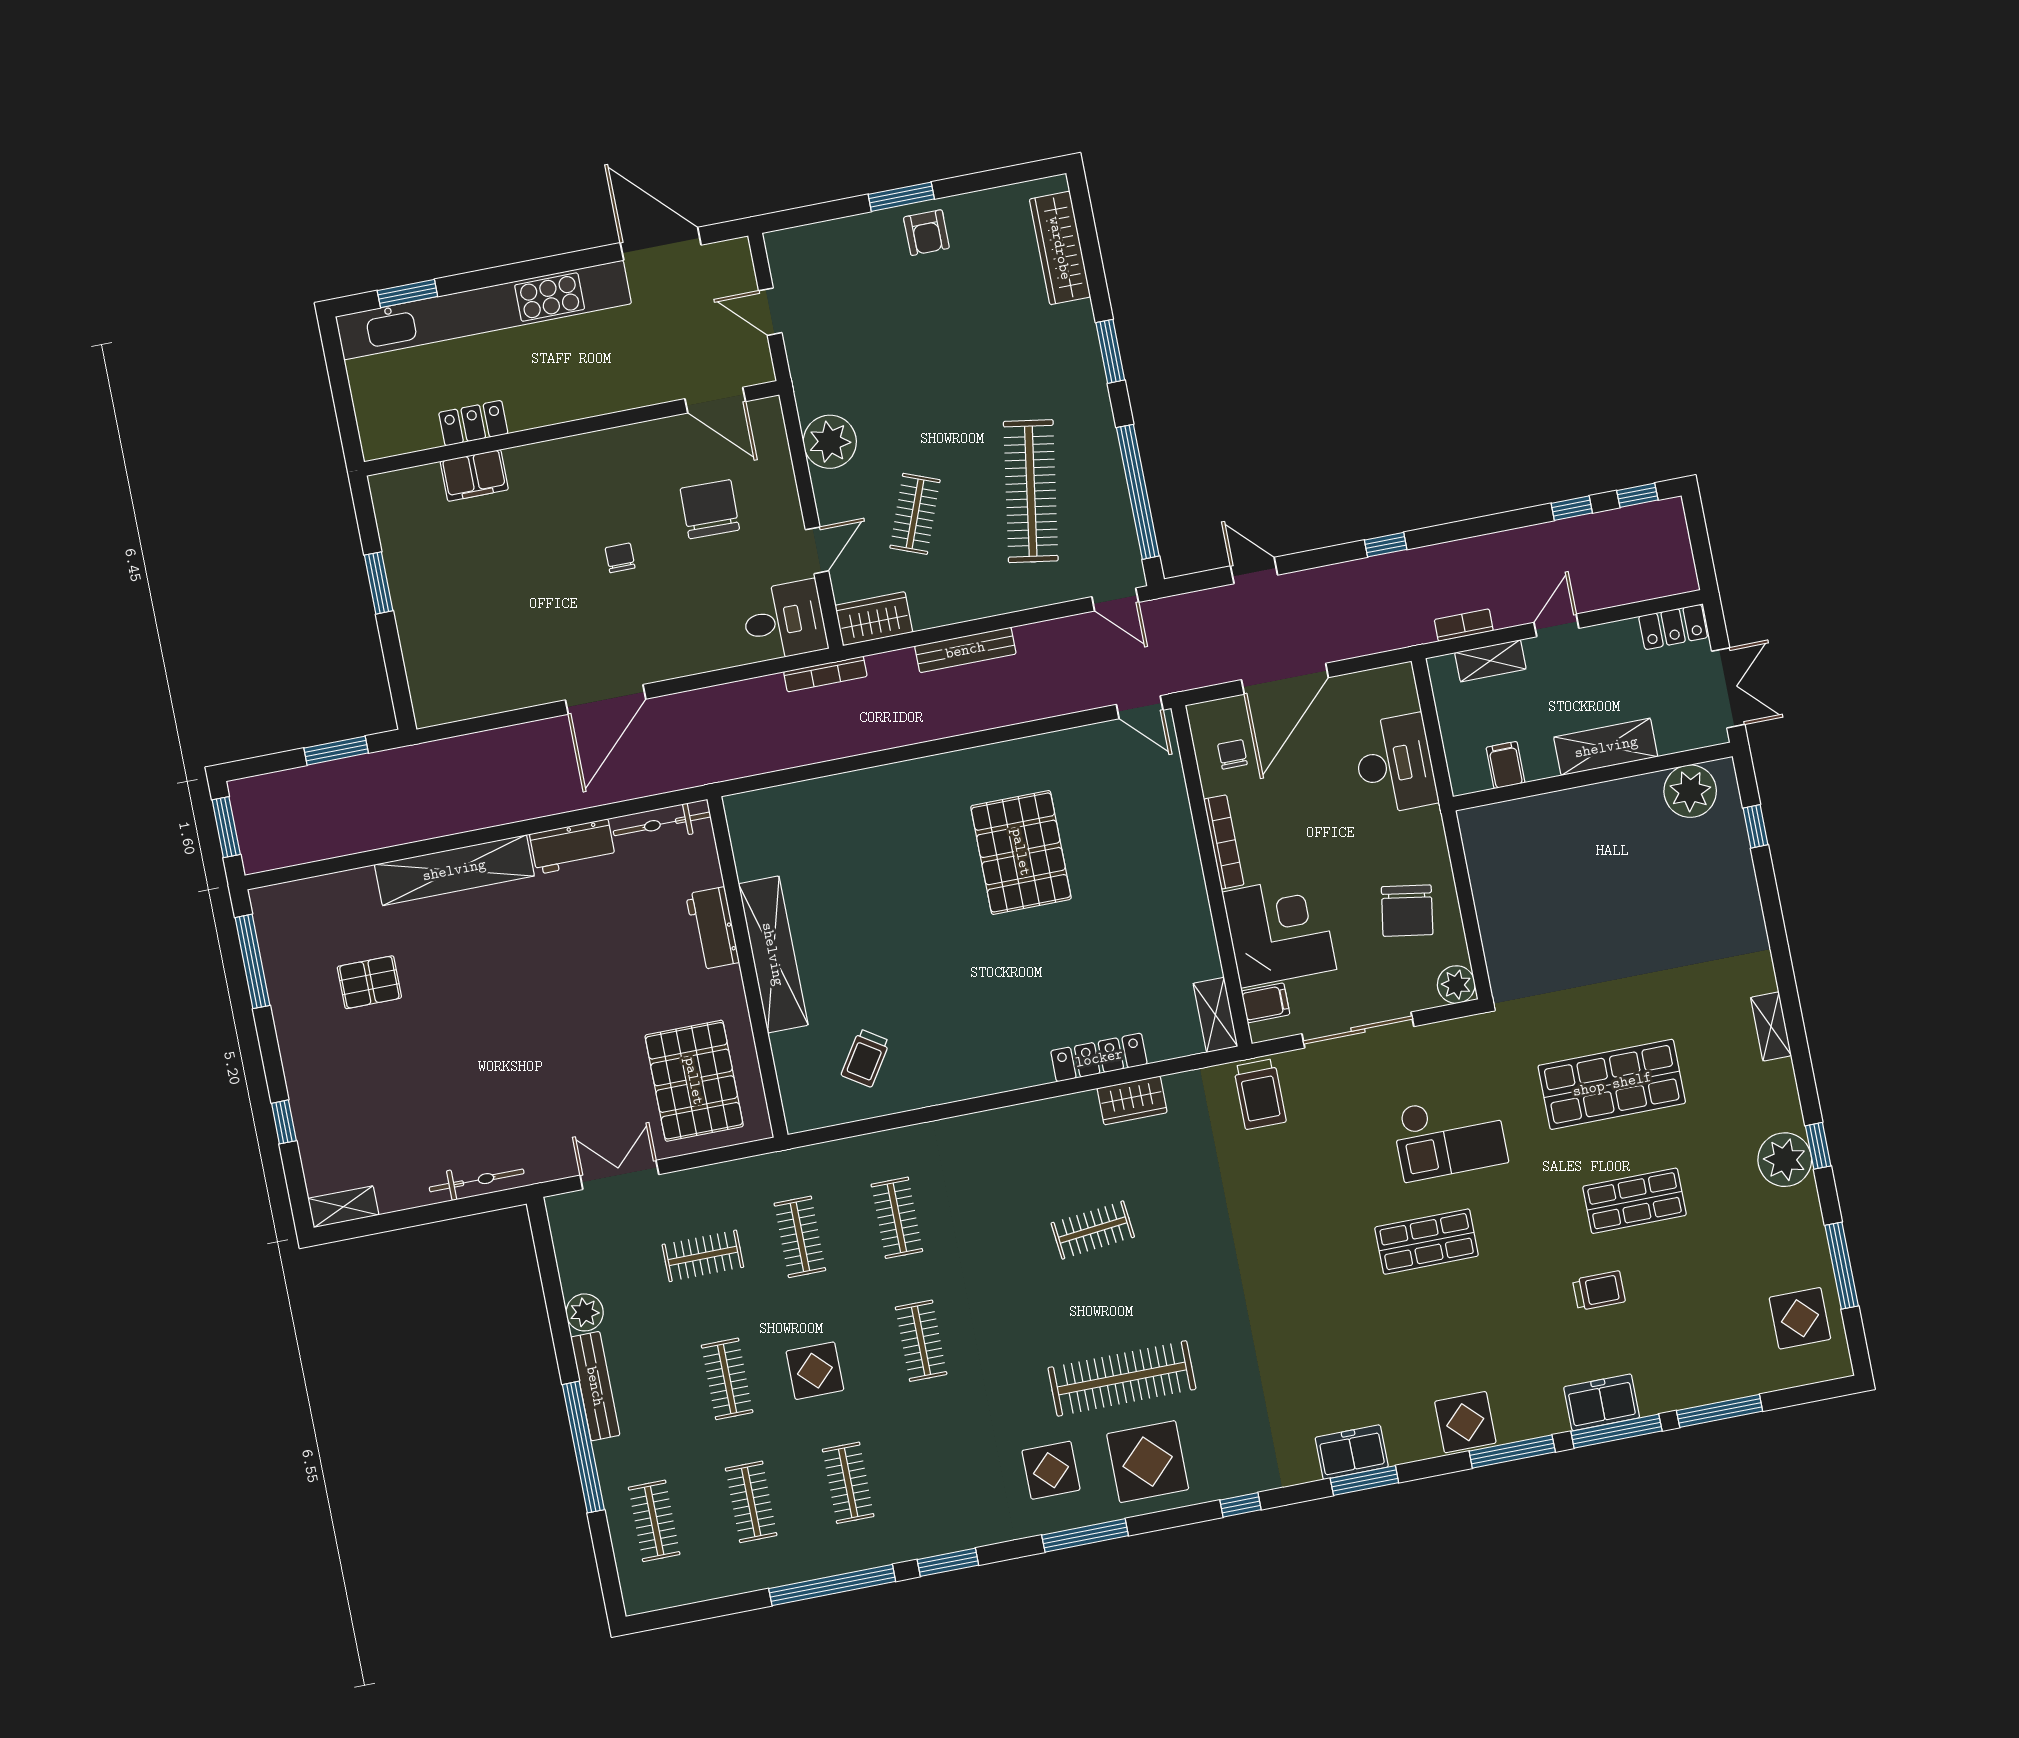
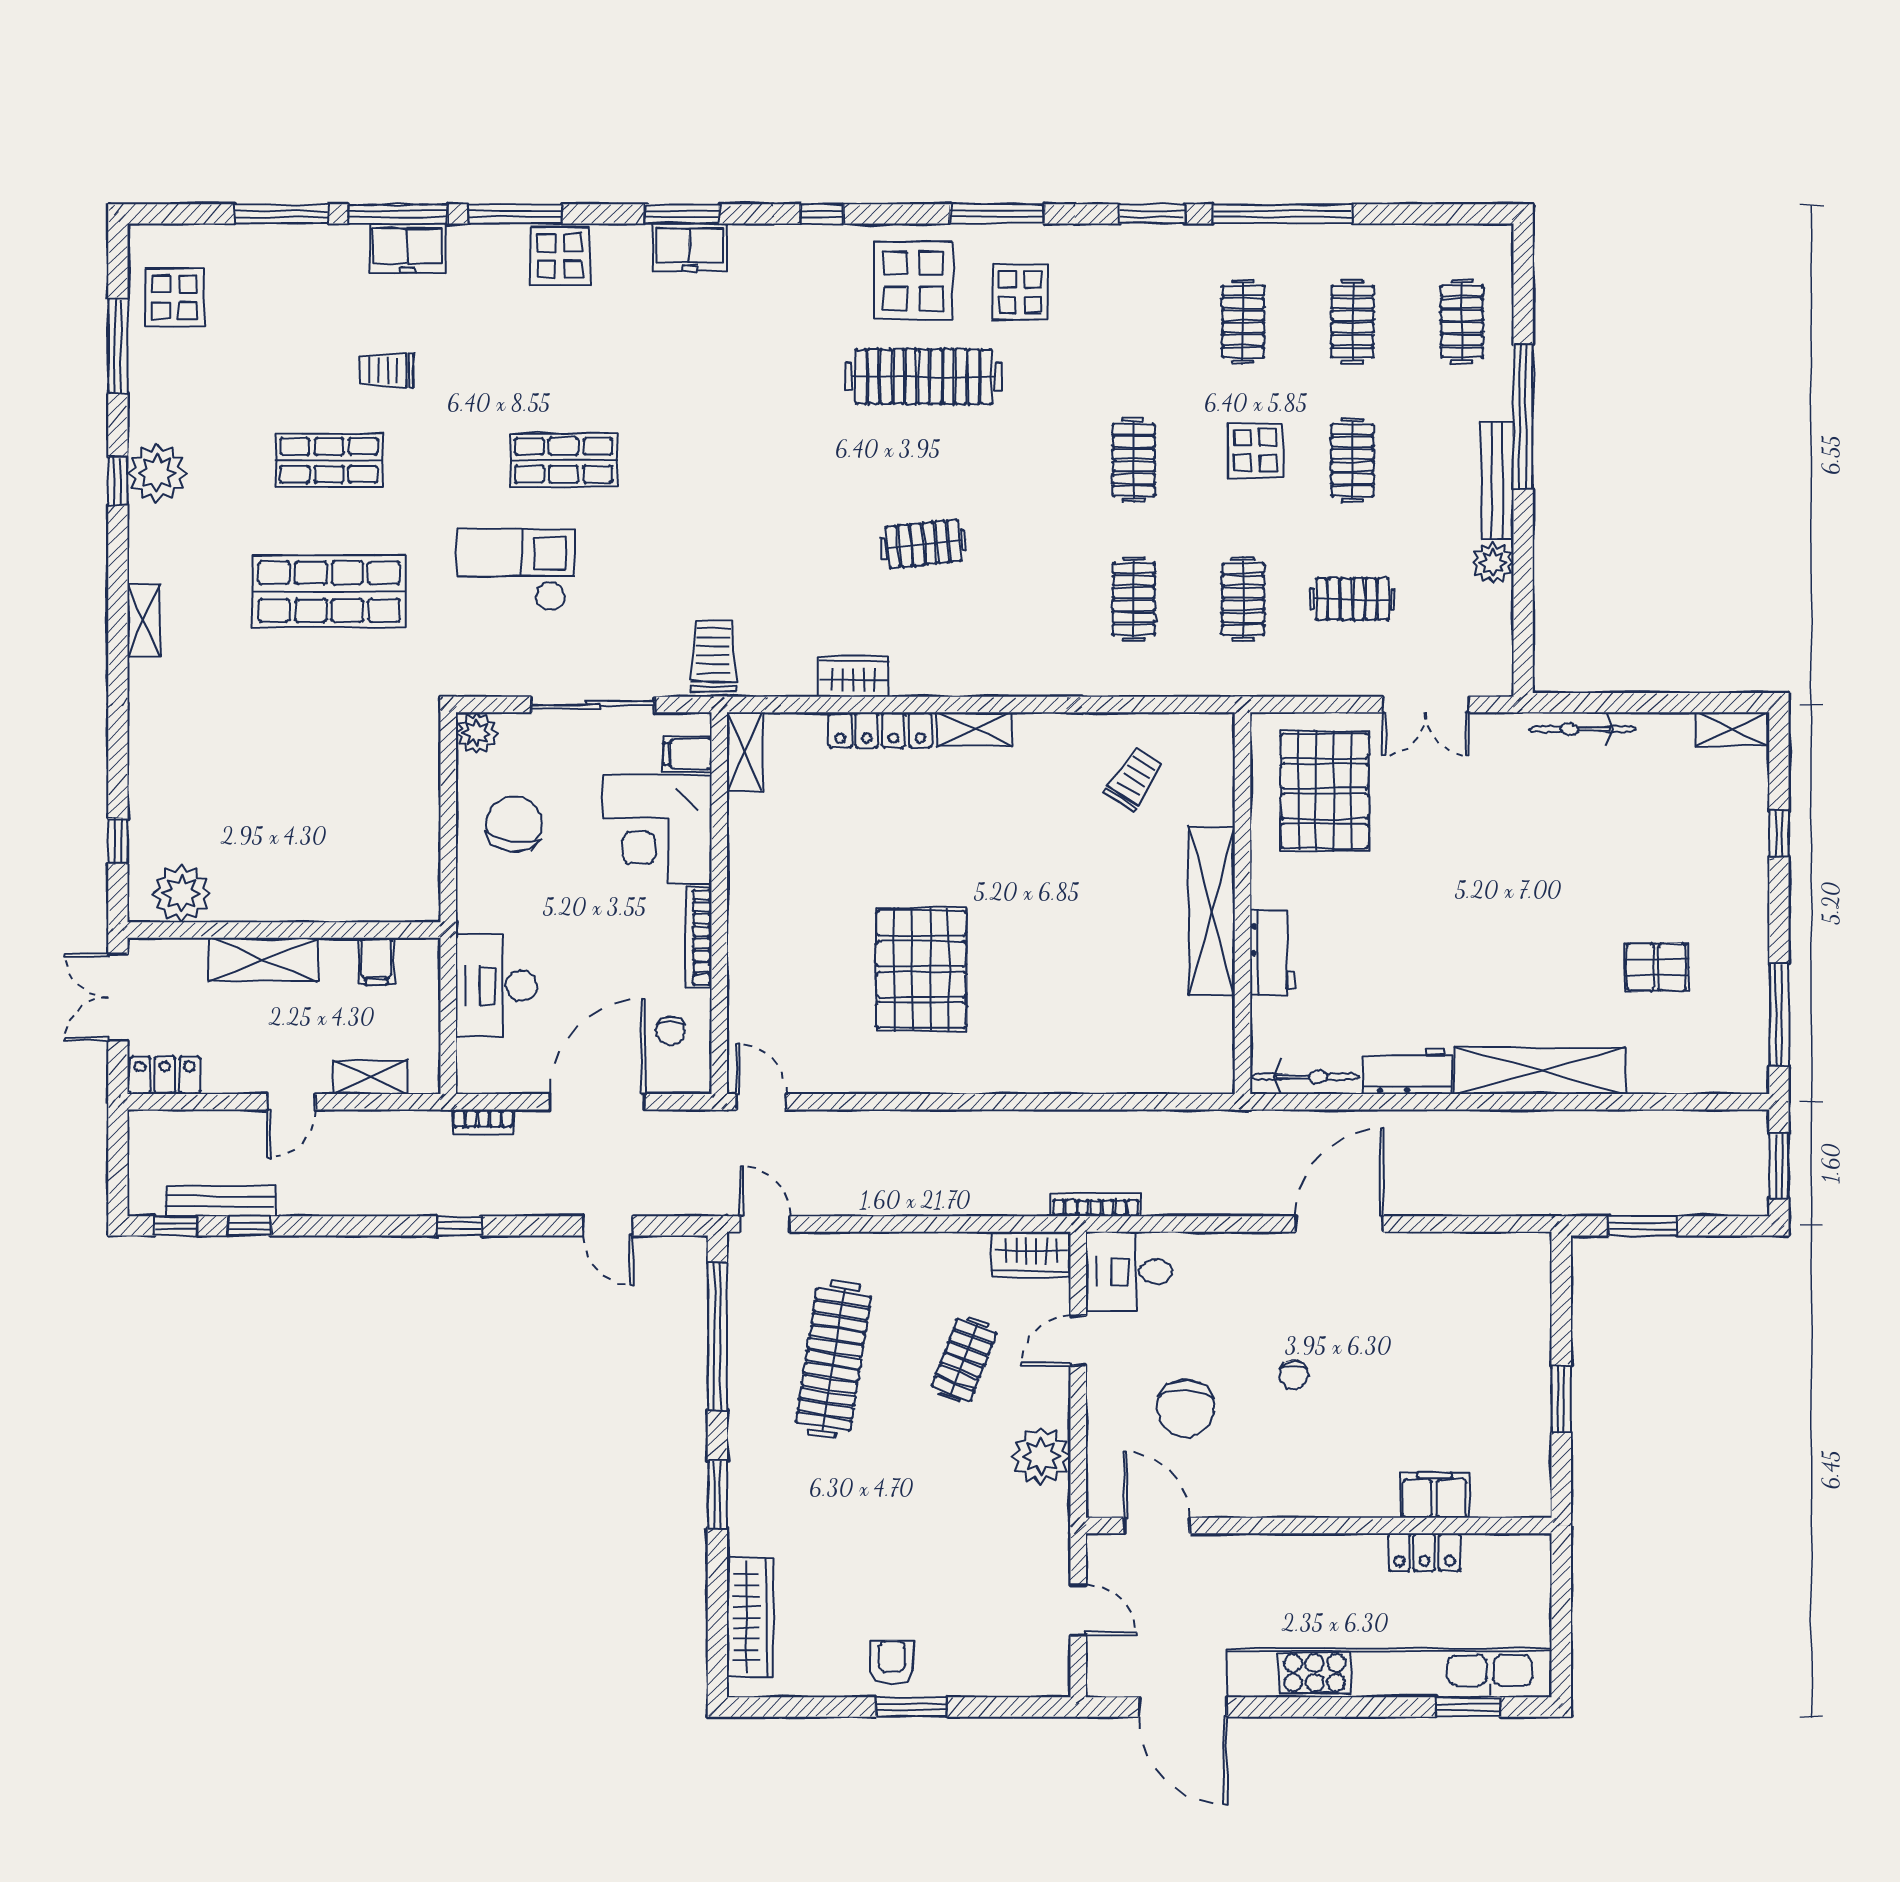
bookcase: (1464, 625) -> (483, 1122), moved
bench: (965, 650) -> (220, 1201), moved
shelving: (1016, 1075) -> (974, 729), added

